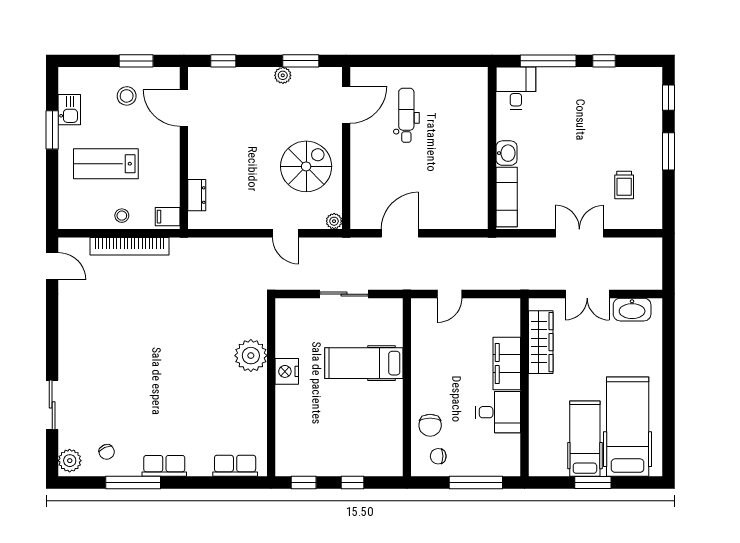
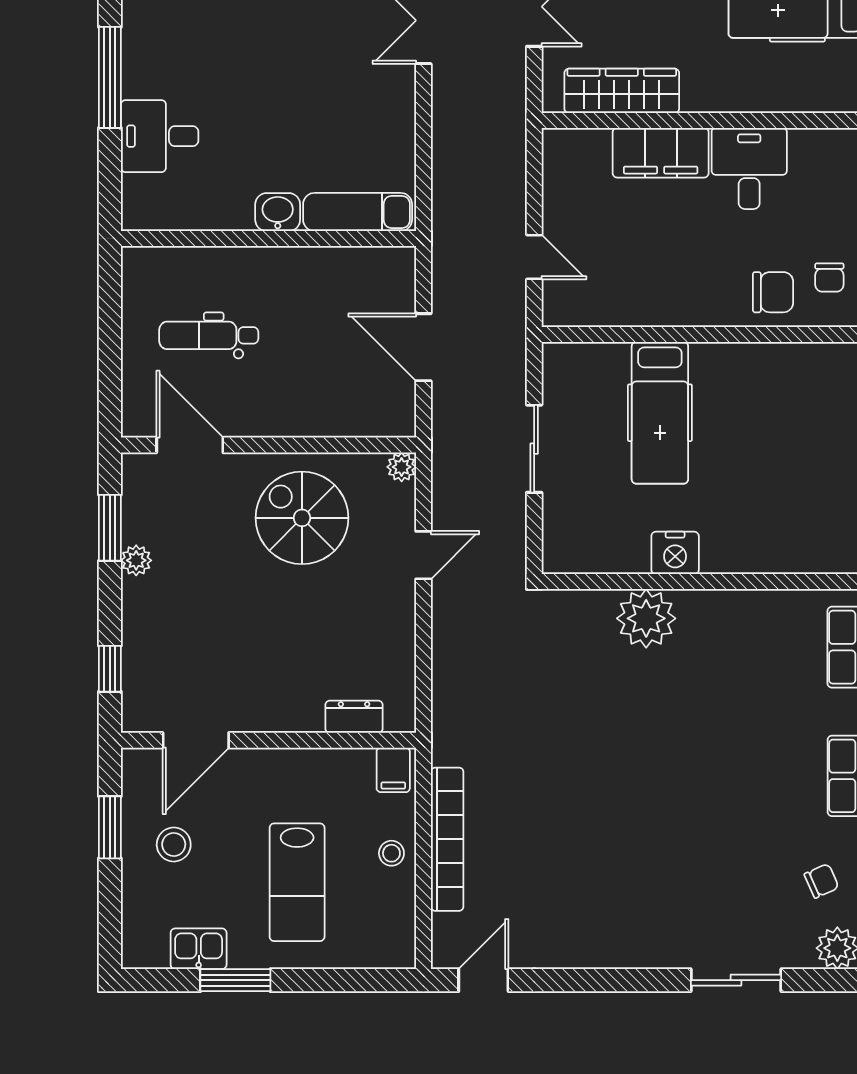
wall: (492, 148) -> (269, 238), moved
washbasin: (507, 153) -> (278, 212), moved
exam couch: (507, 197) -> (358, 212), moved

